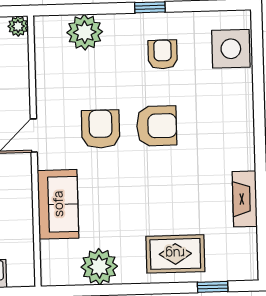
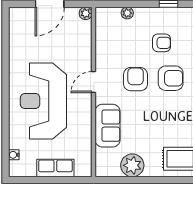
plant: (85, 32) -> (127, 13), width x0.53, depth x0.53
armchair: (163, 54) -> (162, 43), moved, turned 90

